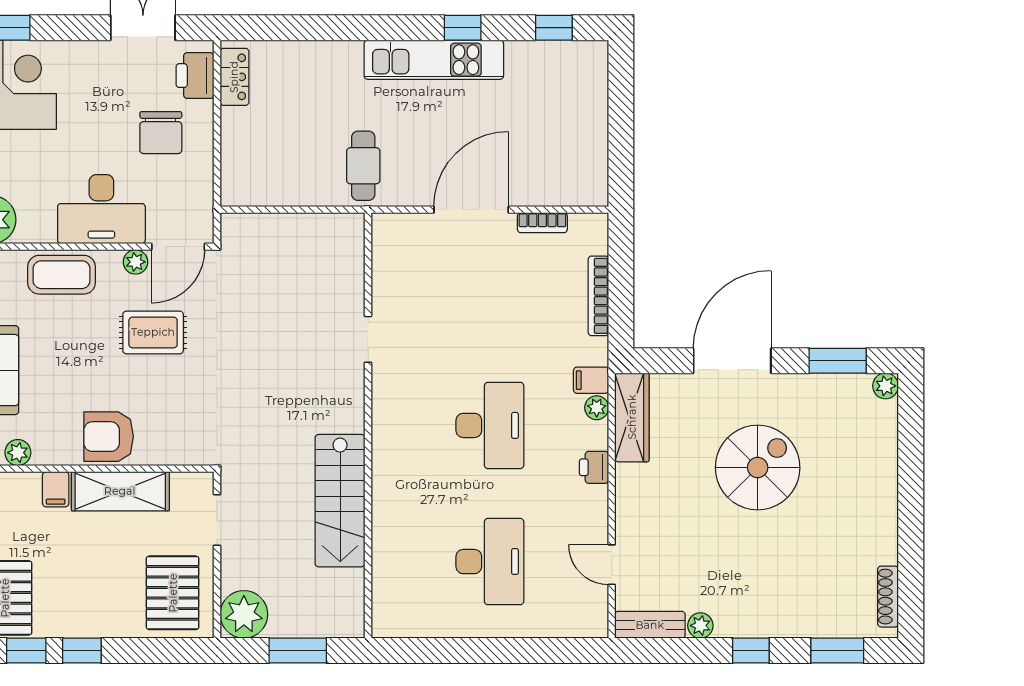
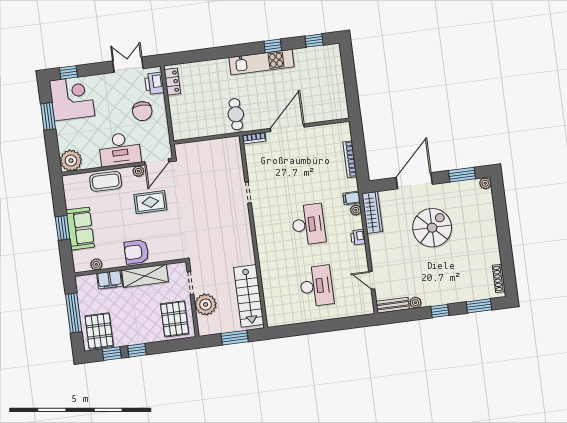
bookcase: (542, 223) -> (254, 138), moved
filing cabinet: (56, 489) -> (110, 280), width x2.00
stairs: (340, 501) -> (249, 296), moved
plant: (244, 614) -> (206, 304), moved

